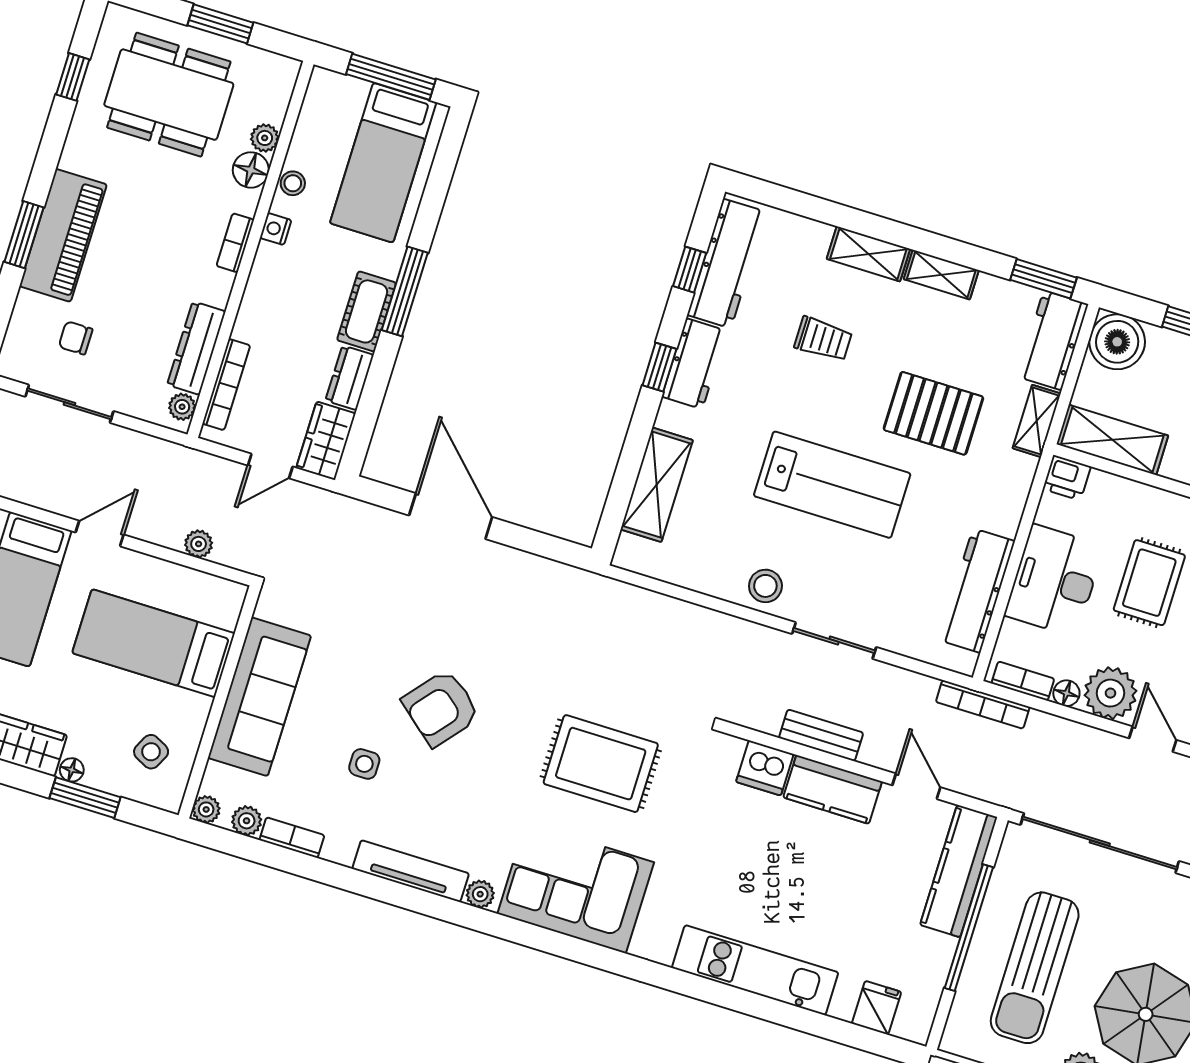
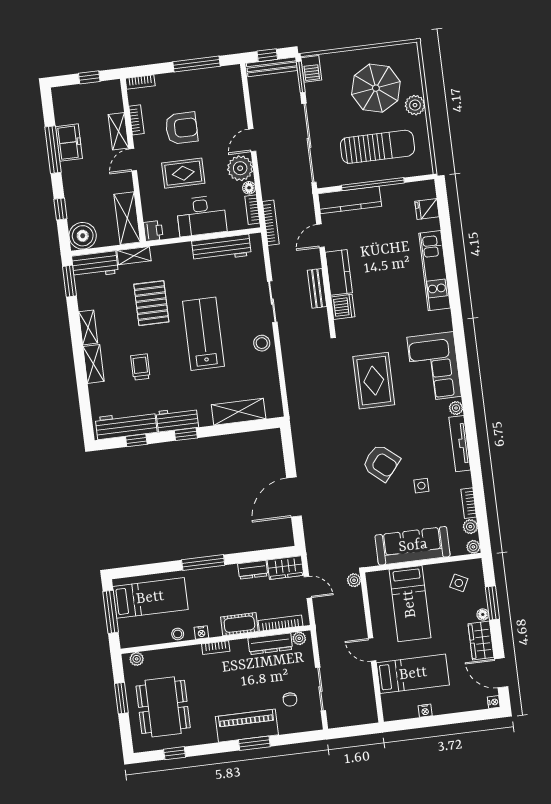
plant: (265, 138) -> (137, 659), moved
floor lamp: (251, 170) -> (180, 655), removed
cot: (367, 311) -> (239, 624), moved
plant: (199, 544) -> (354, 580), moved

